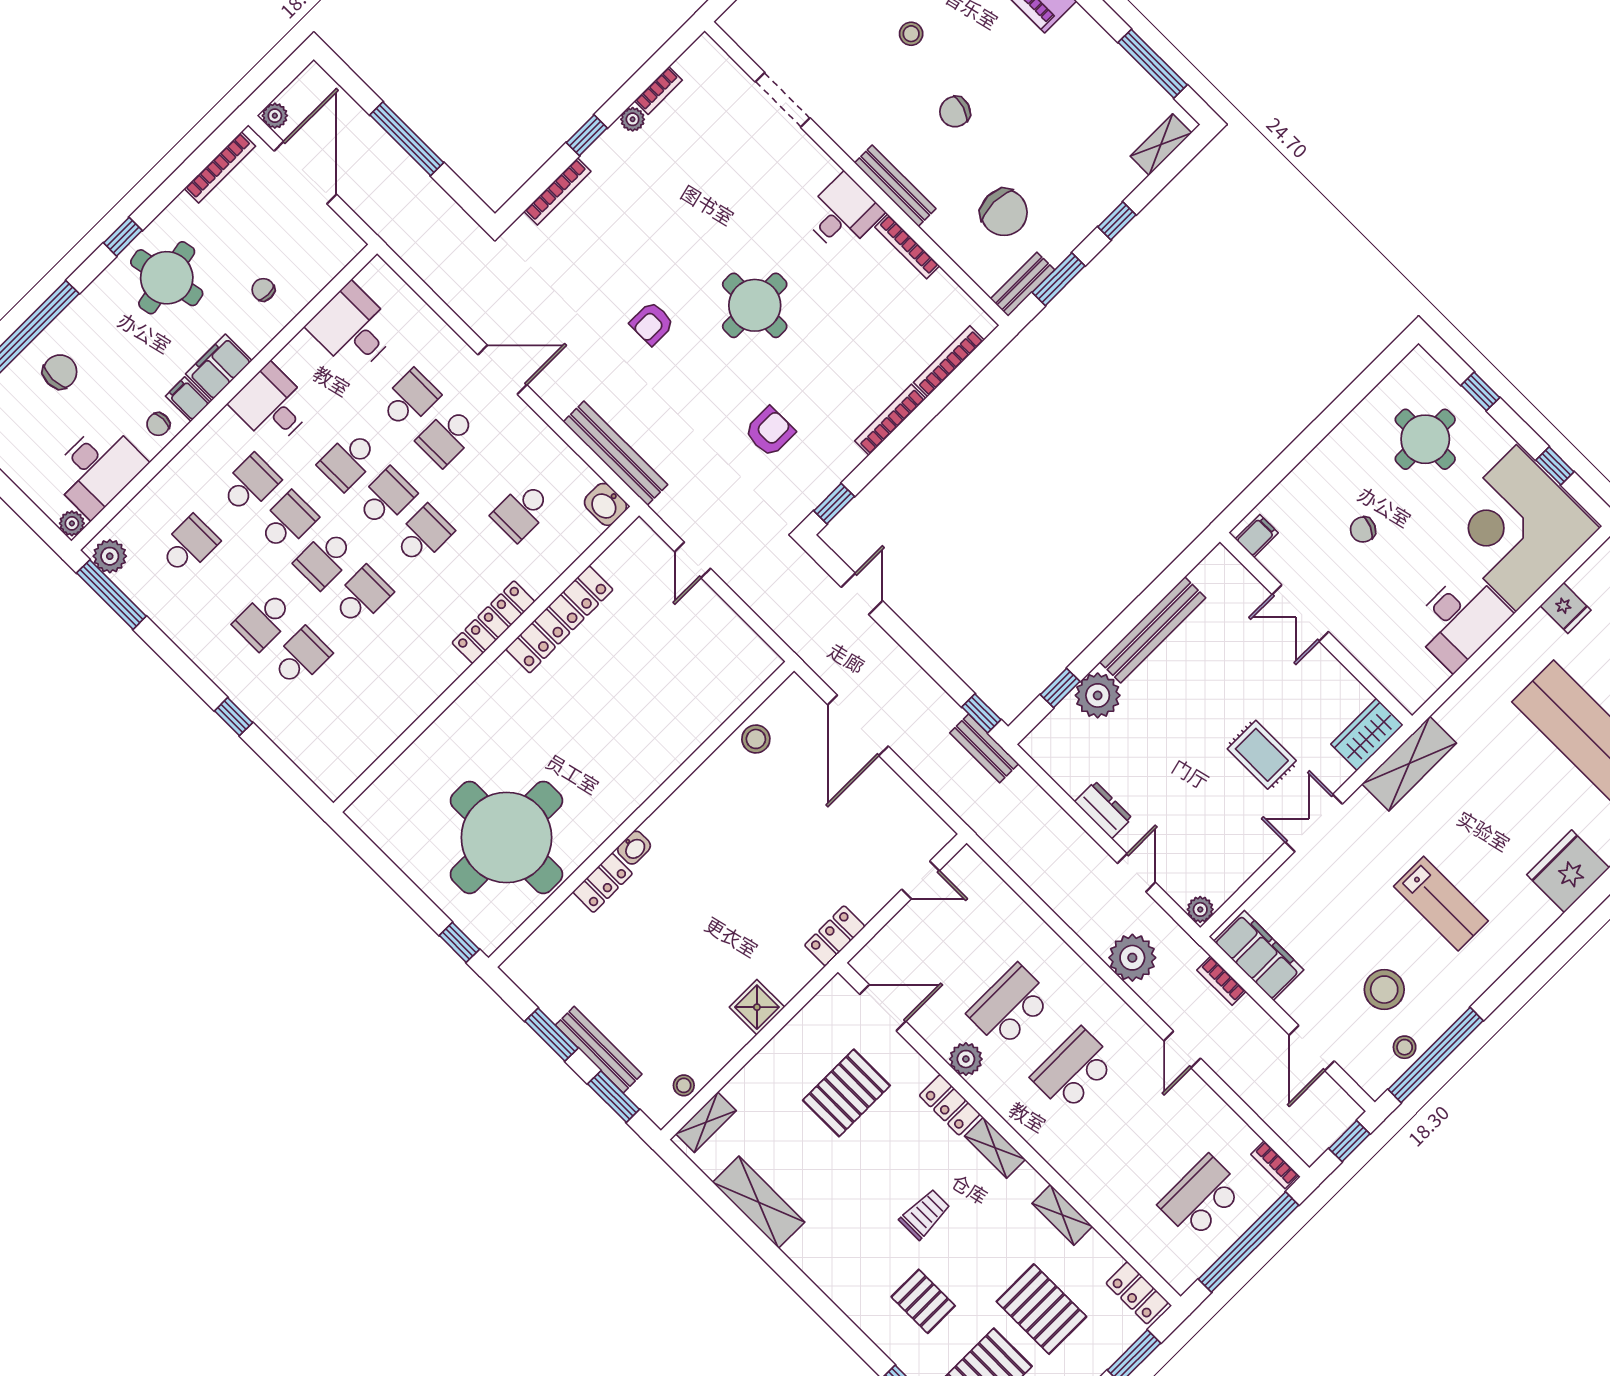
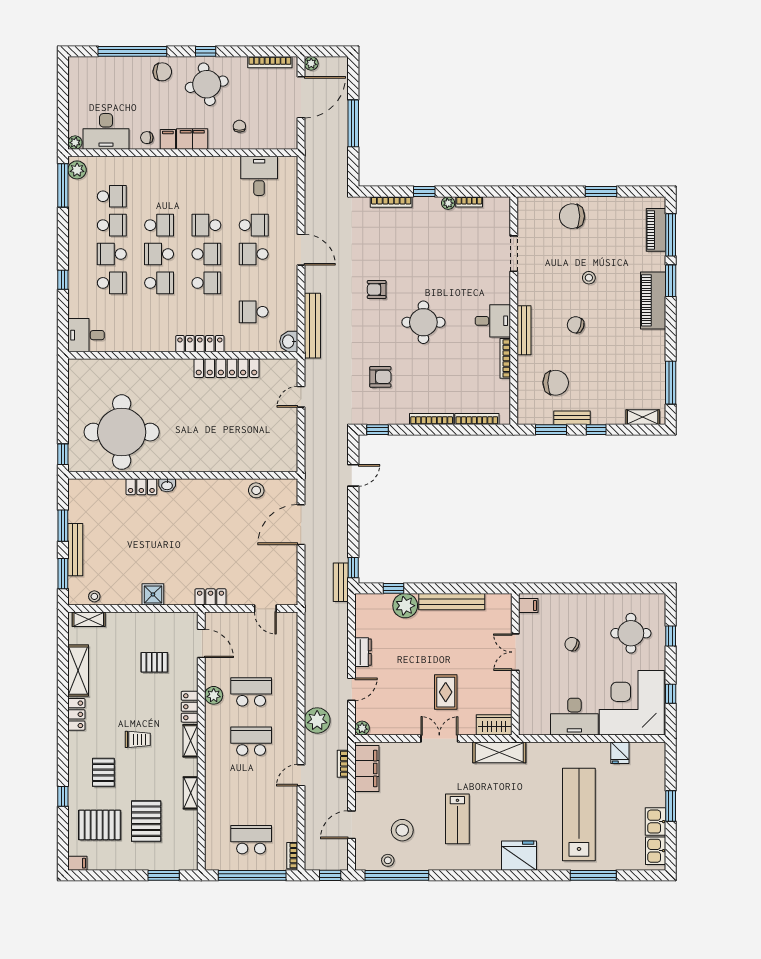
chair: (1004, 212) -> (556, 383), turned -90
bench: (1023, 284) -> (572, 418), moved
chair: (60, 372) -> (162, 72), moved
desk: (272, 405) -> (86, 335), moved, turned -90
school desk: (250, 484) -> (112, 225), moved
pallet: (846, 1093) -> (154, 662), width x0.67, depth x0.71
locker: (1137, 1293) -> (76, 714), moved, turned 180

